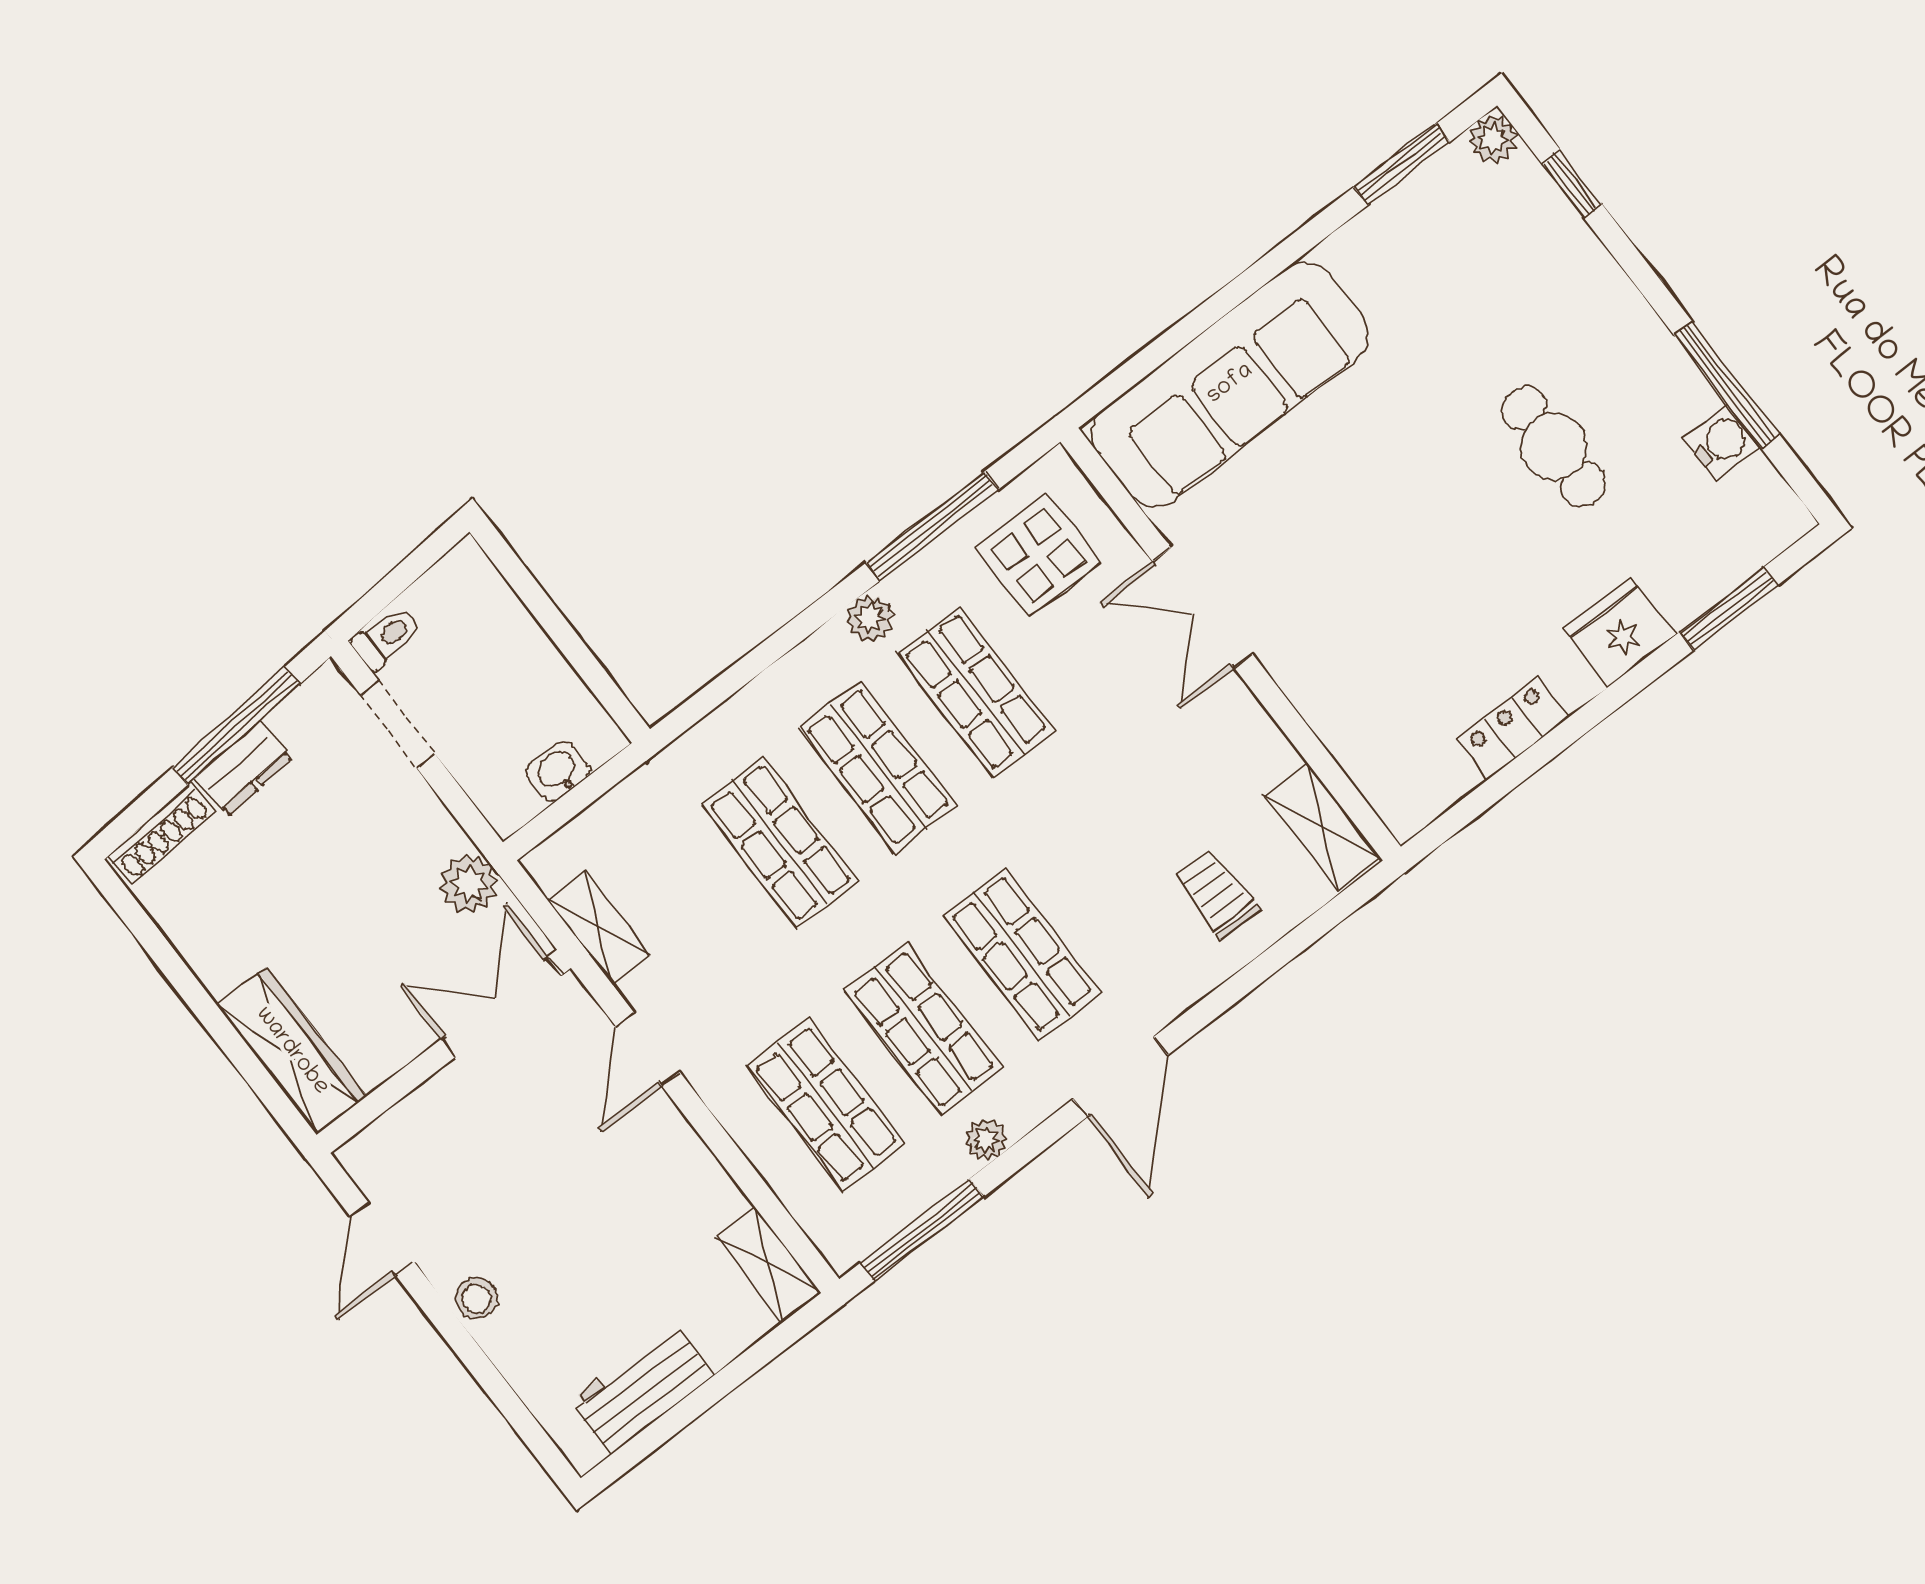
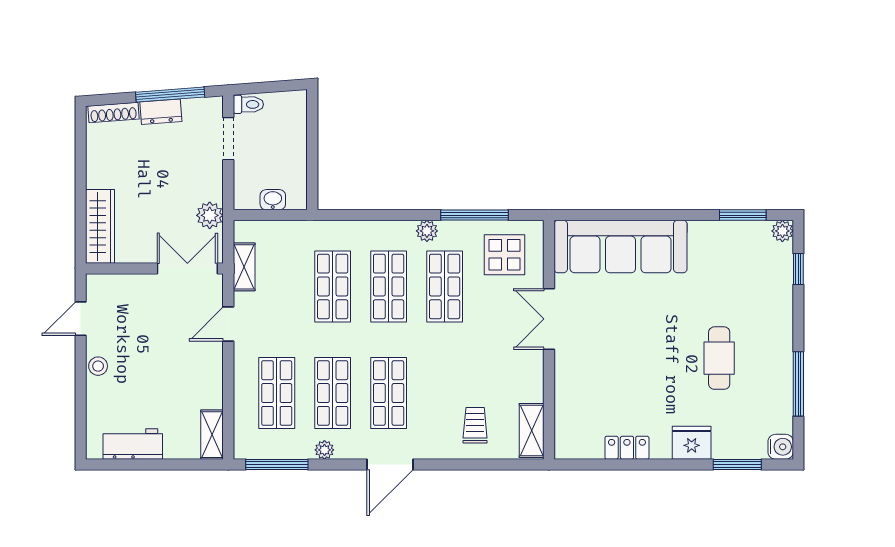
water cooler: (1722, 442) -> (781, 447), moved

